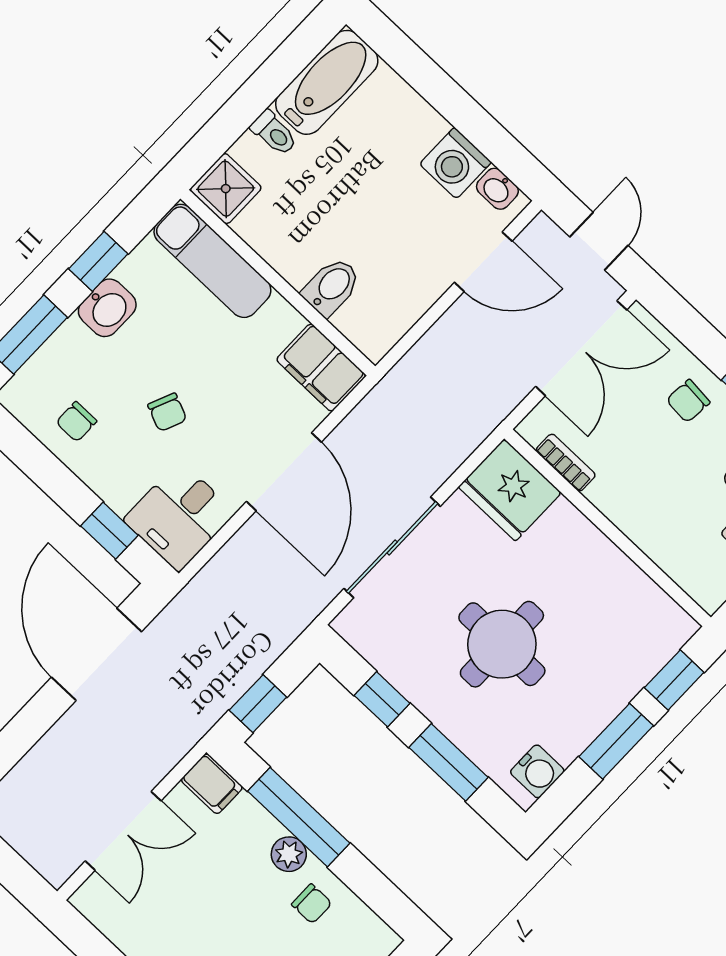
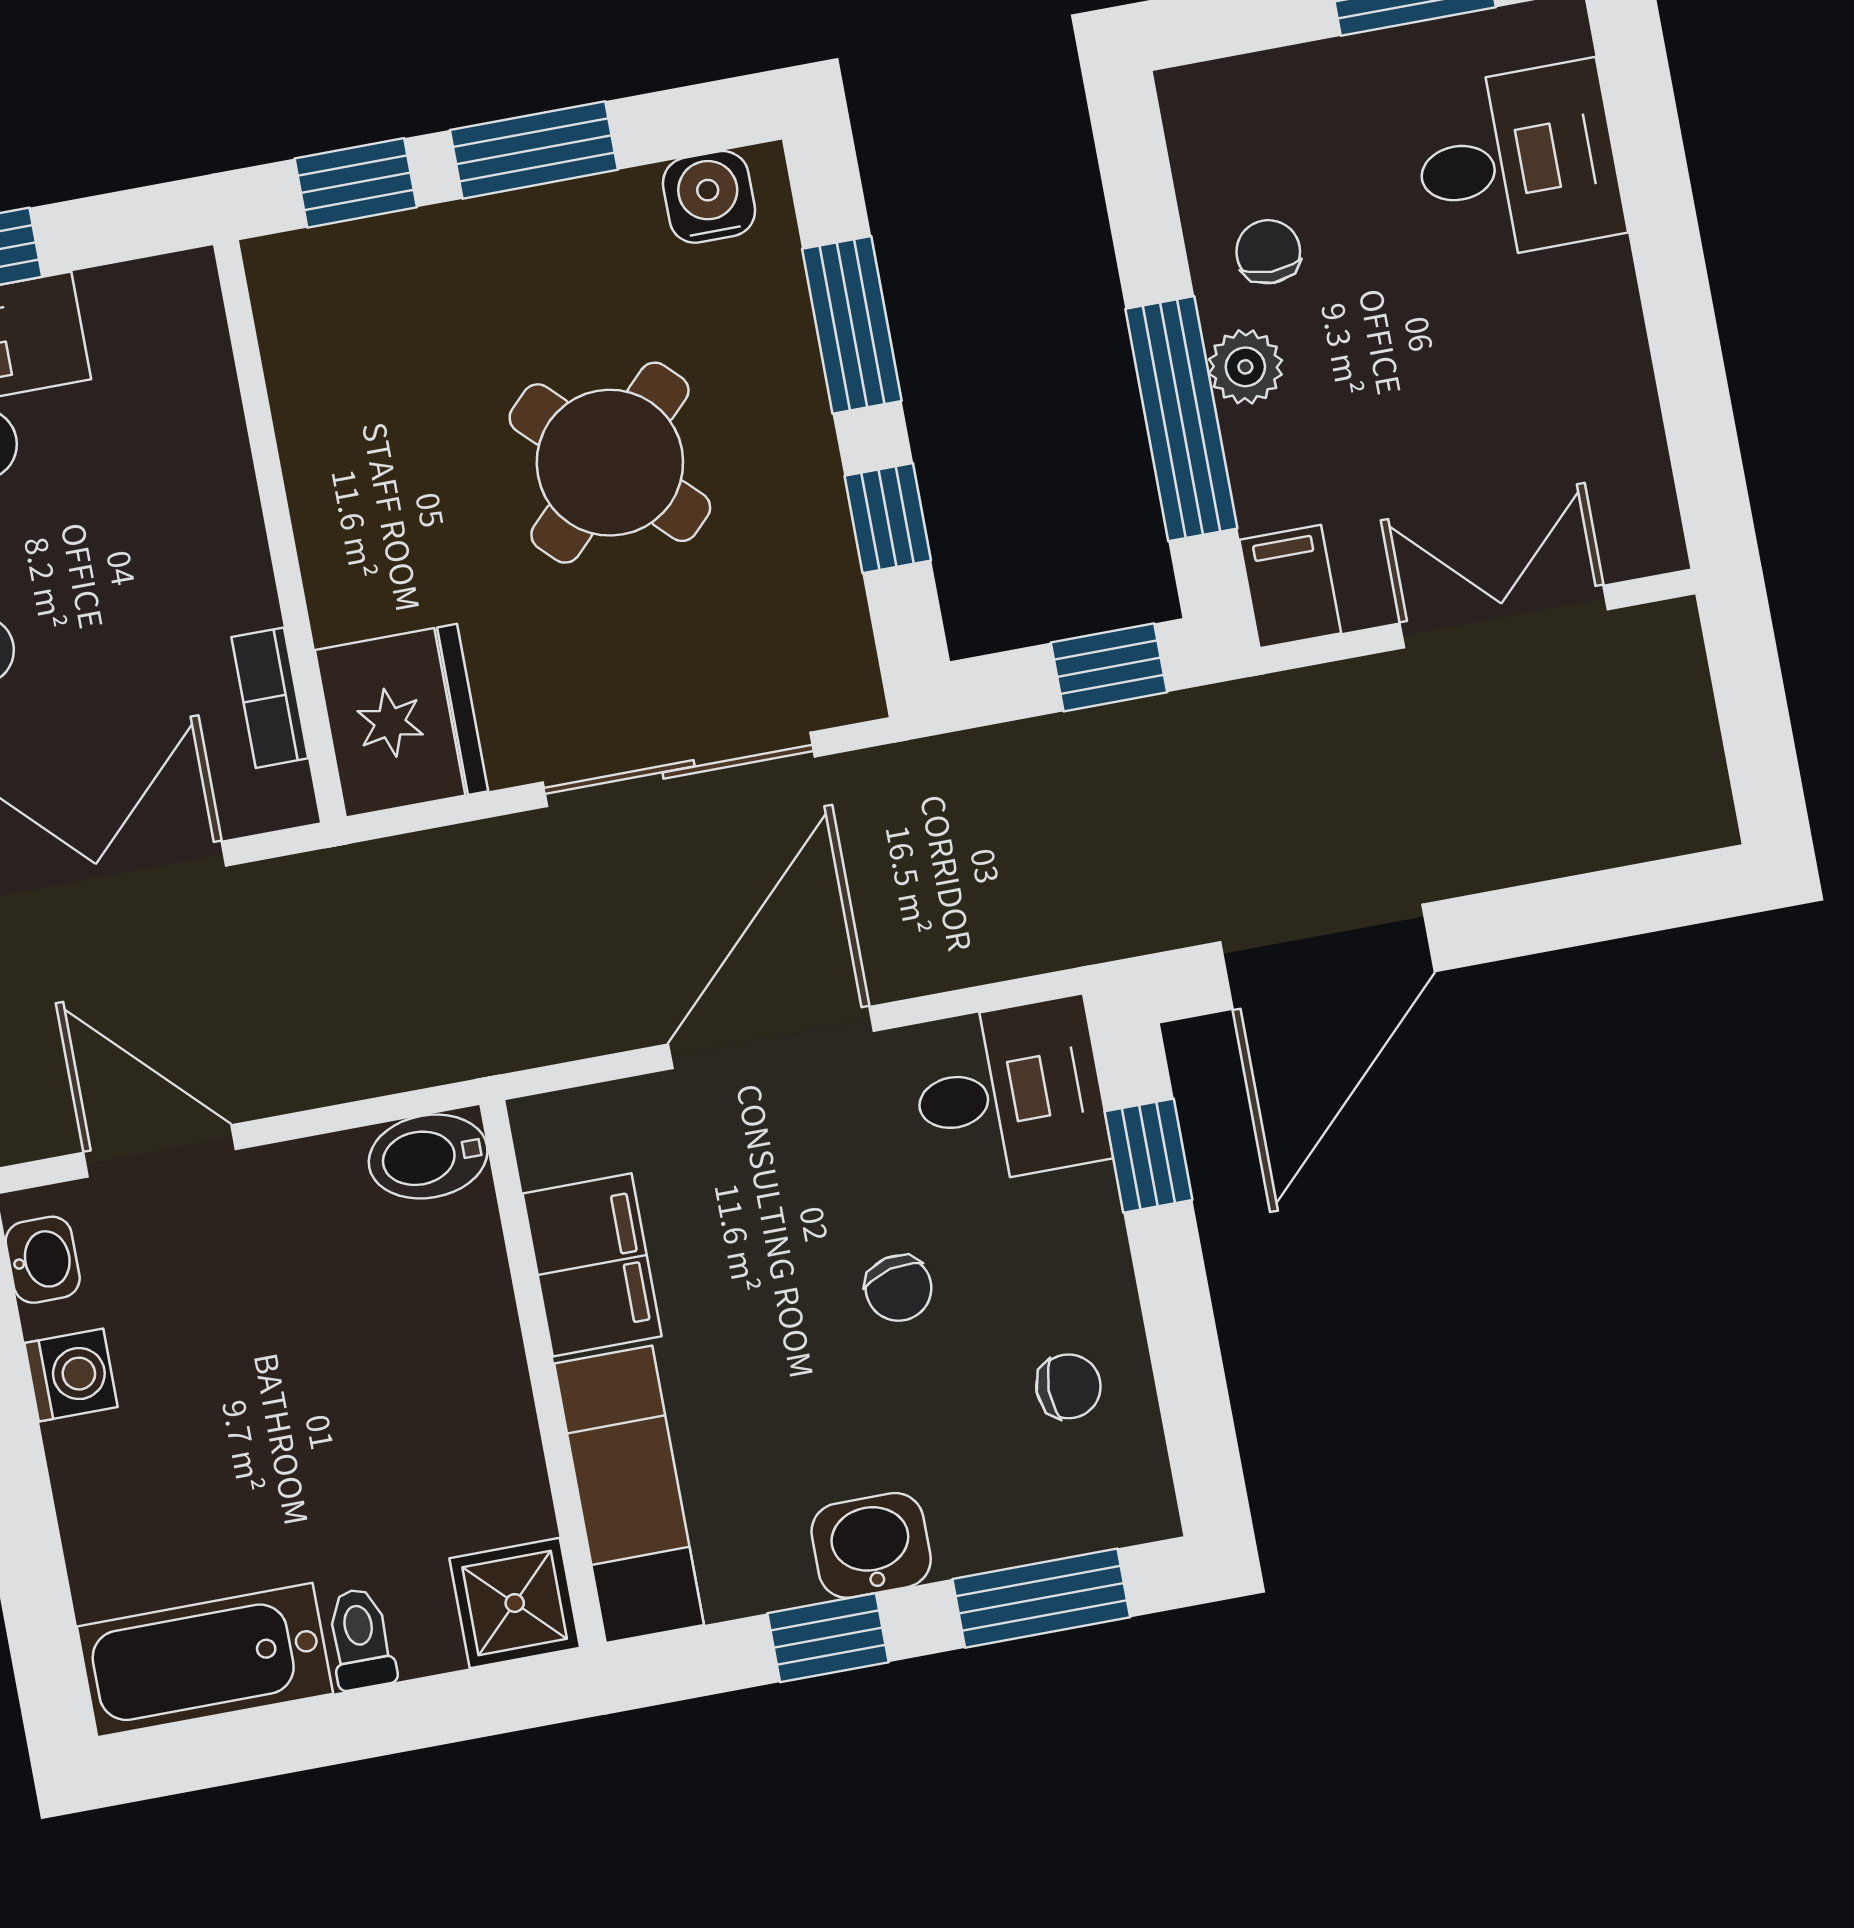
washing machine: (455, 163) -> (71, 1375), width x0.73, depth x0.73
bidet: (331, 287) -> (428, 1157), moved
filing cabinet: (321, 368) -> (592, 1265), moved
chair: (167, 412) -> (899, 1288), turned 144
round table: (502, 644) -> (610, 463), turned 45

